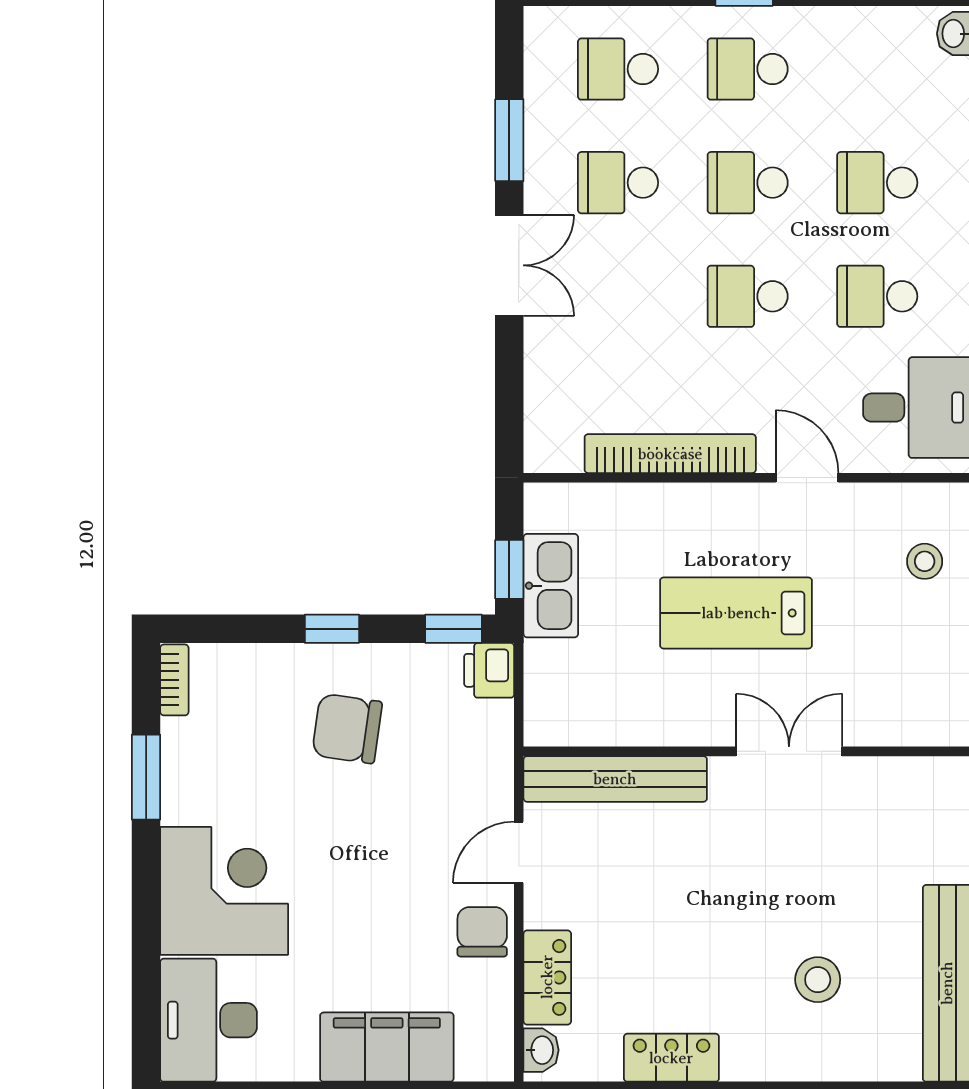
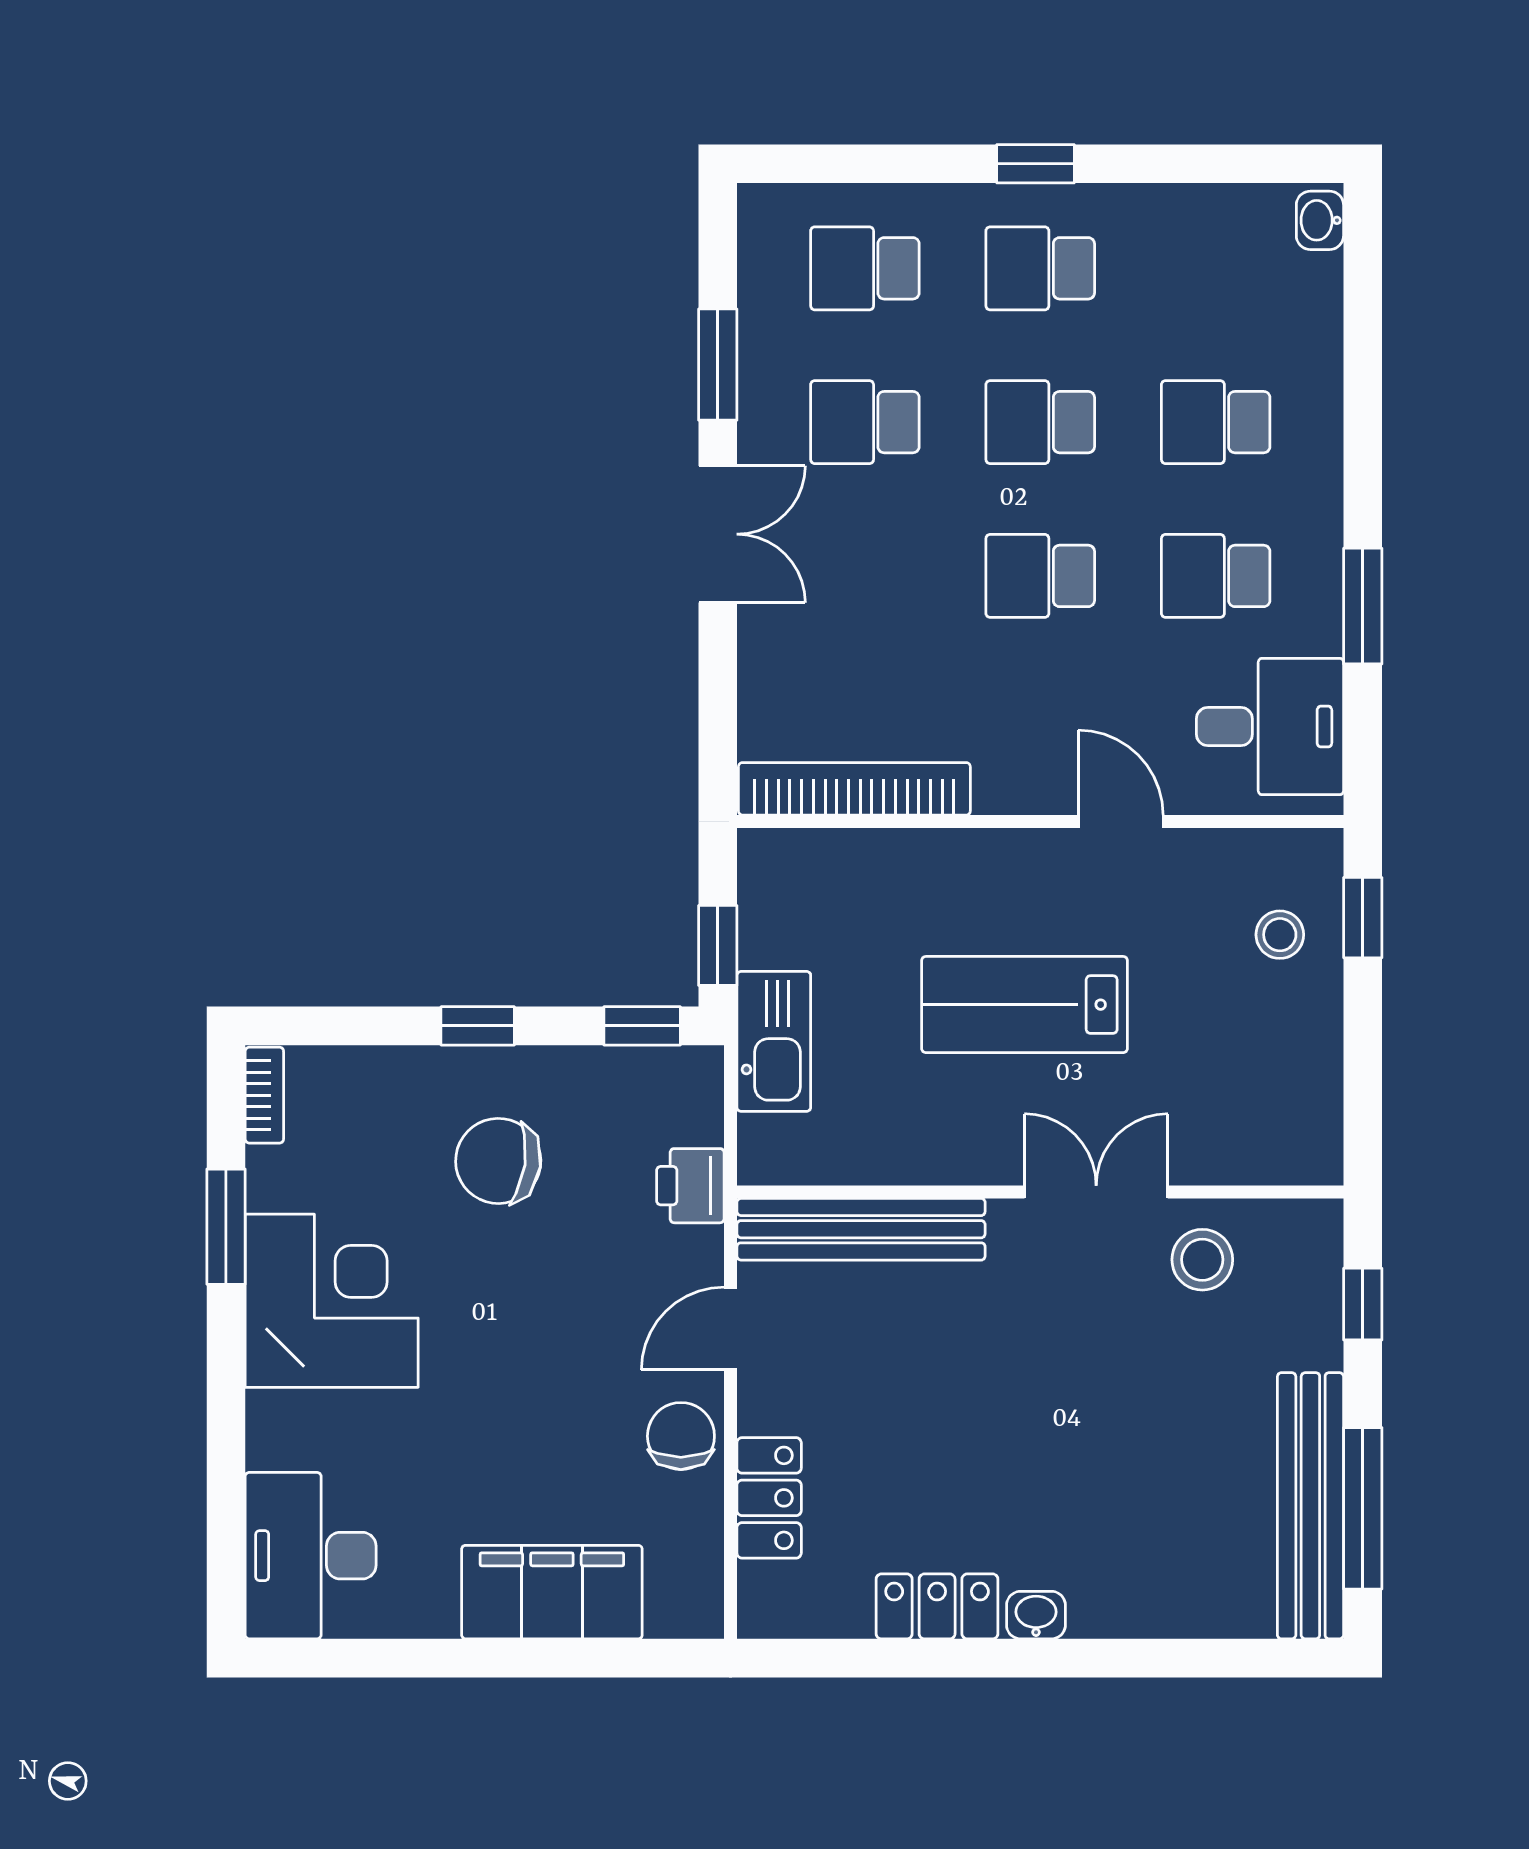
bookcase: (670, 454) -> (854, 789), moved
kitchen sink: (551, 586) -> (774, 1041), moved
printer: (489, 670) -> (690, 1186), moved
corner desk: (224, 891) -> (332, 1301), moved
stool: (818, 980) -> (1202, 1260), moved
washbasin: (541, 1050) -> (1036, 1615), moved, turned -90

